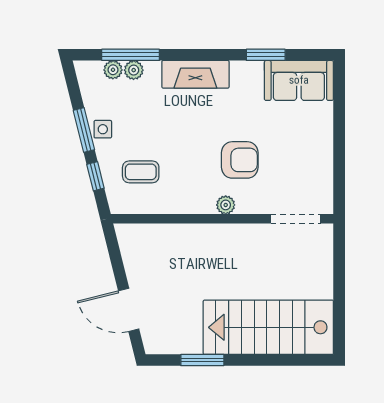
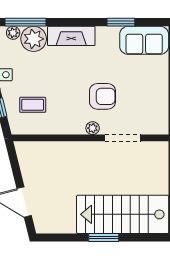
plant: (134, 70) -> (34, 39), width x1.87, depth x1.87
doorway: (296, 219) -> (122, 138), moved
window: (202, 360) -> (104, 238), moved

